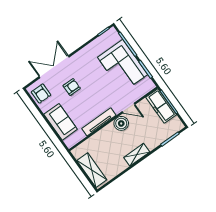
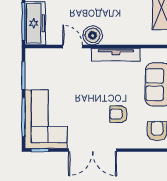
corner sofa: (123, 66) -> (46, 119), moved
double door: (54, 67) -> (93, 150), moved

